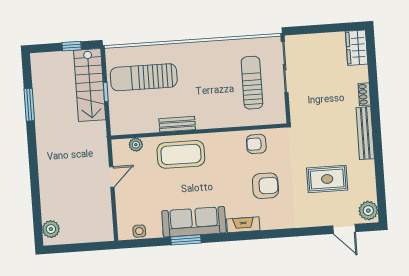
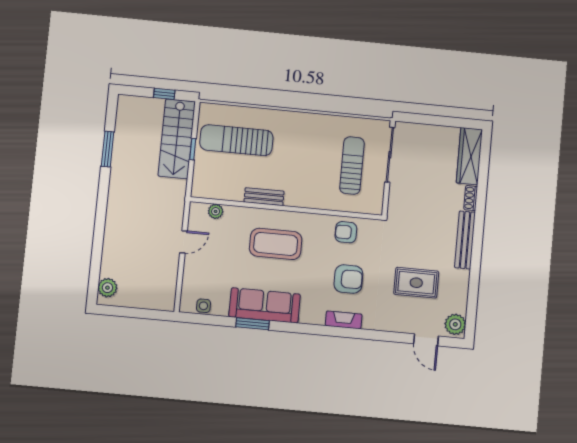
wardrobe: (357, 48) -> (469, 156), width x1.50
coffee table: (181, 154) -> (276, 244), moved
fireplace: (243, 225) -> (344, 320), moved

